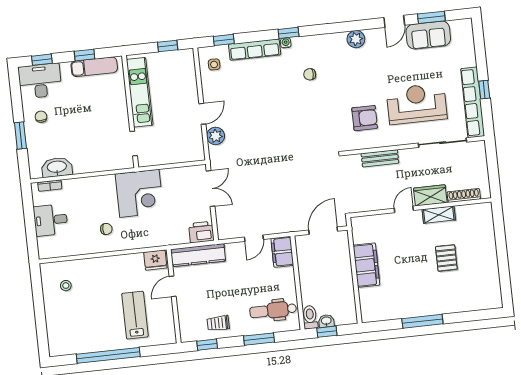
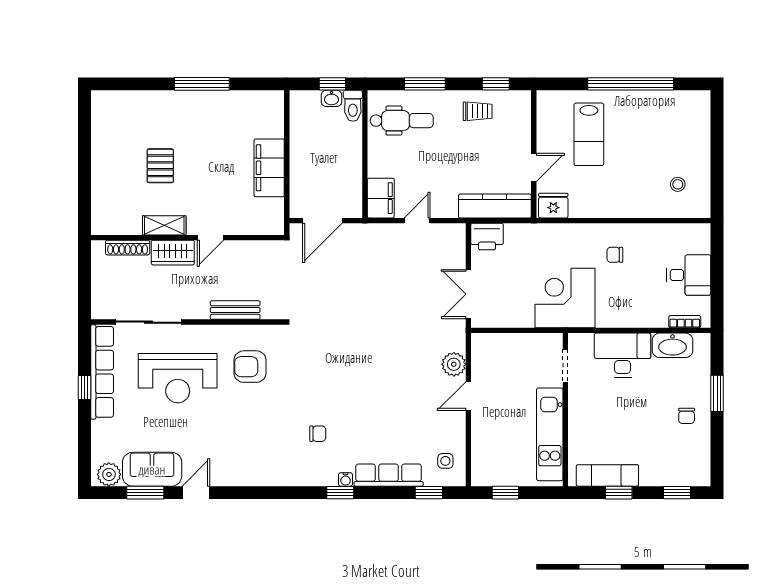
plant: (356, 39) -> (109, 474), moved
desk: (40, 81) -> (623, 355), moved, turned 180

